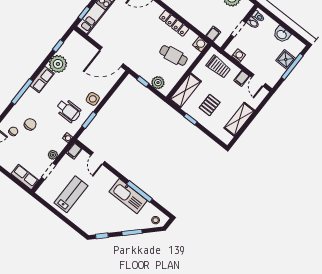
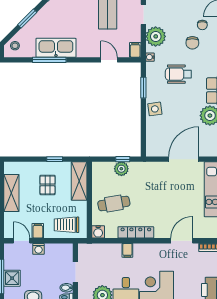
filing cabinet: (213, 34) -> (127, 250), moved
washing machine: (239, 56) -> (38, 249), moved
door: (112, 57) -> (184, 159), moved
plant: (158, 83) -> (121, 169), moved
wheelchair: (68, 111) -> (178, 74), moved
plant: (53, 155) -> (156, 36), width x1.88, depth x1.88

